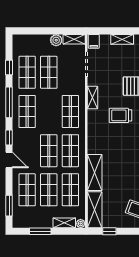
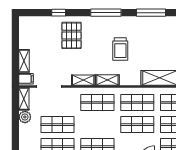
shelving: (122, 39) -> (24, 61), moved
trolley: (120, 115) -> (120, 49), moved
shelving: (93, 121) -> (107, 80), added

